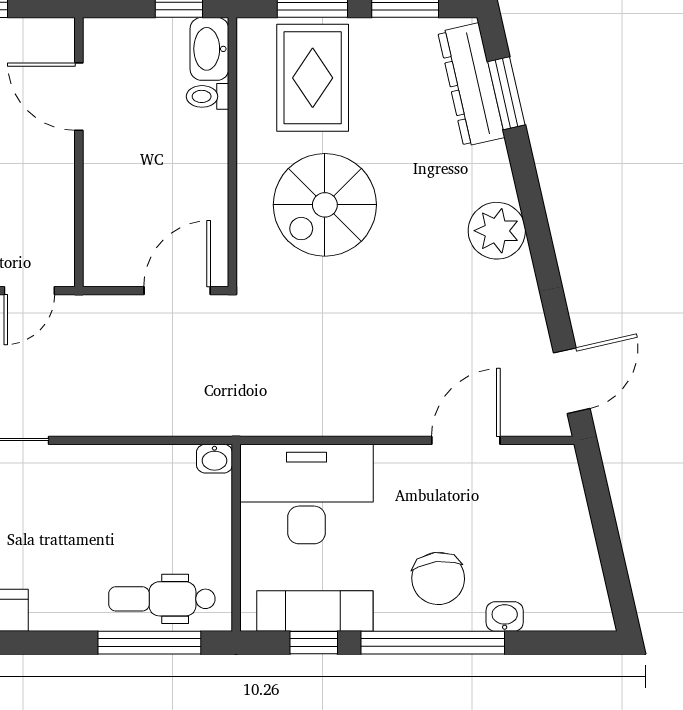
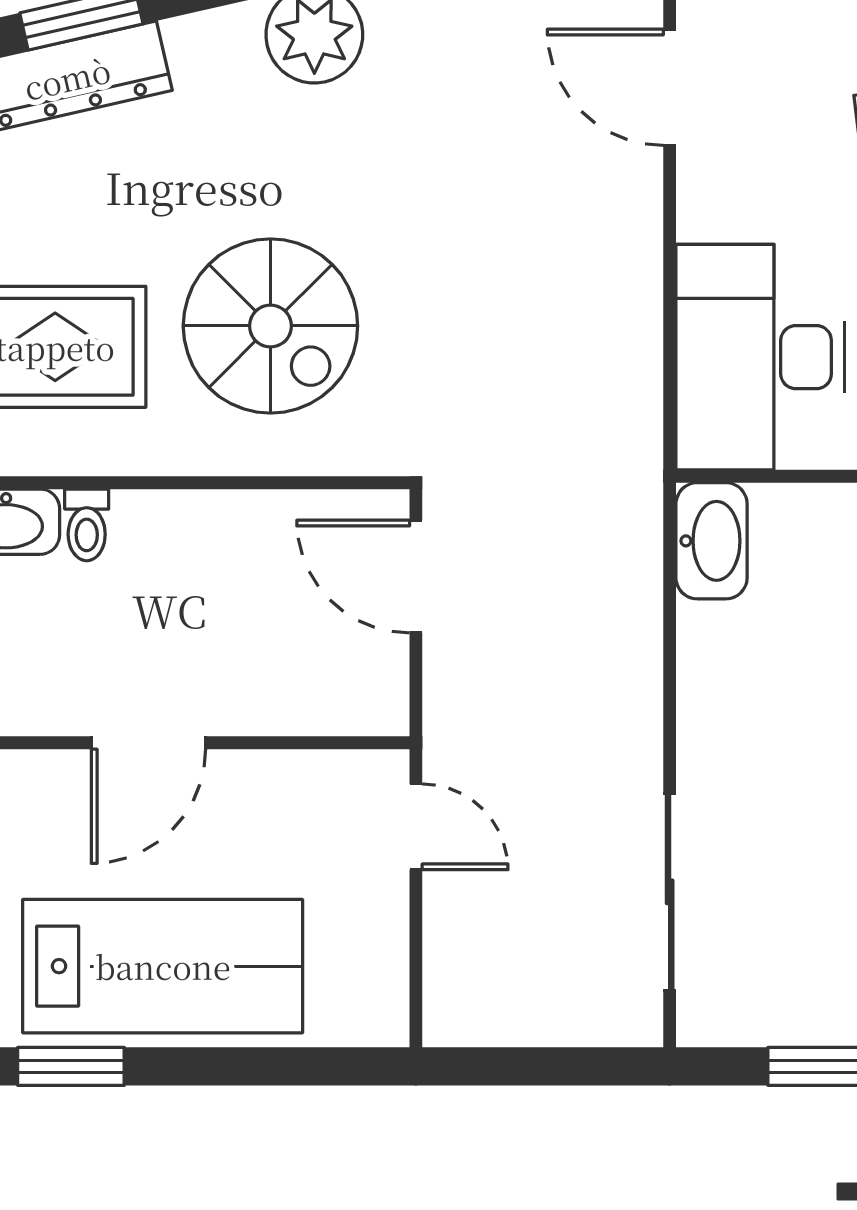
door: (79, 97) -> (148, 743), moved
washbasin: (214, 459) -> (712, 541), width x1.91, depth x1.45

